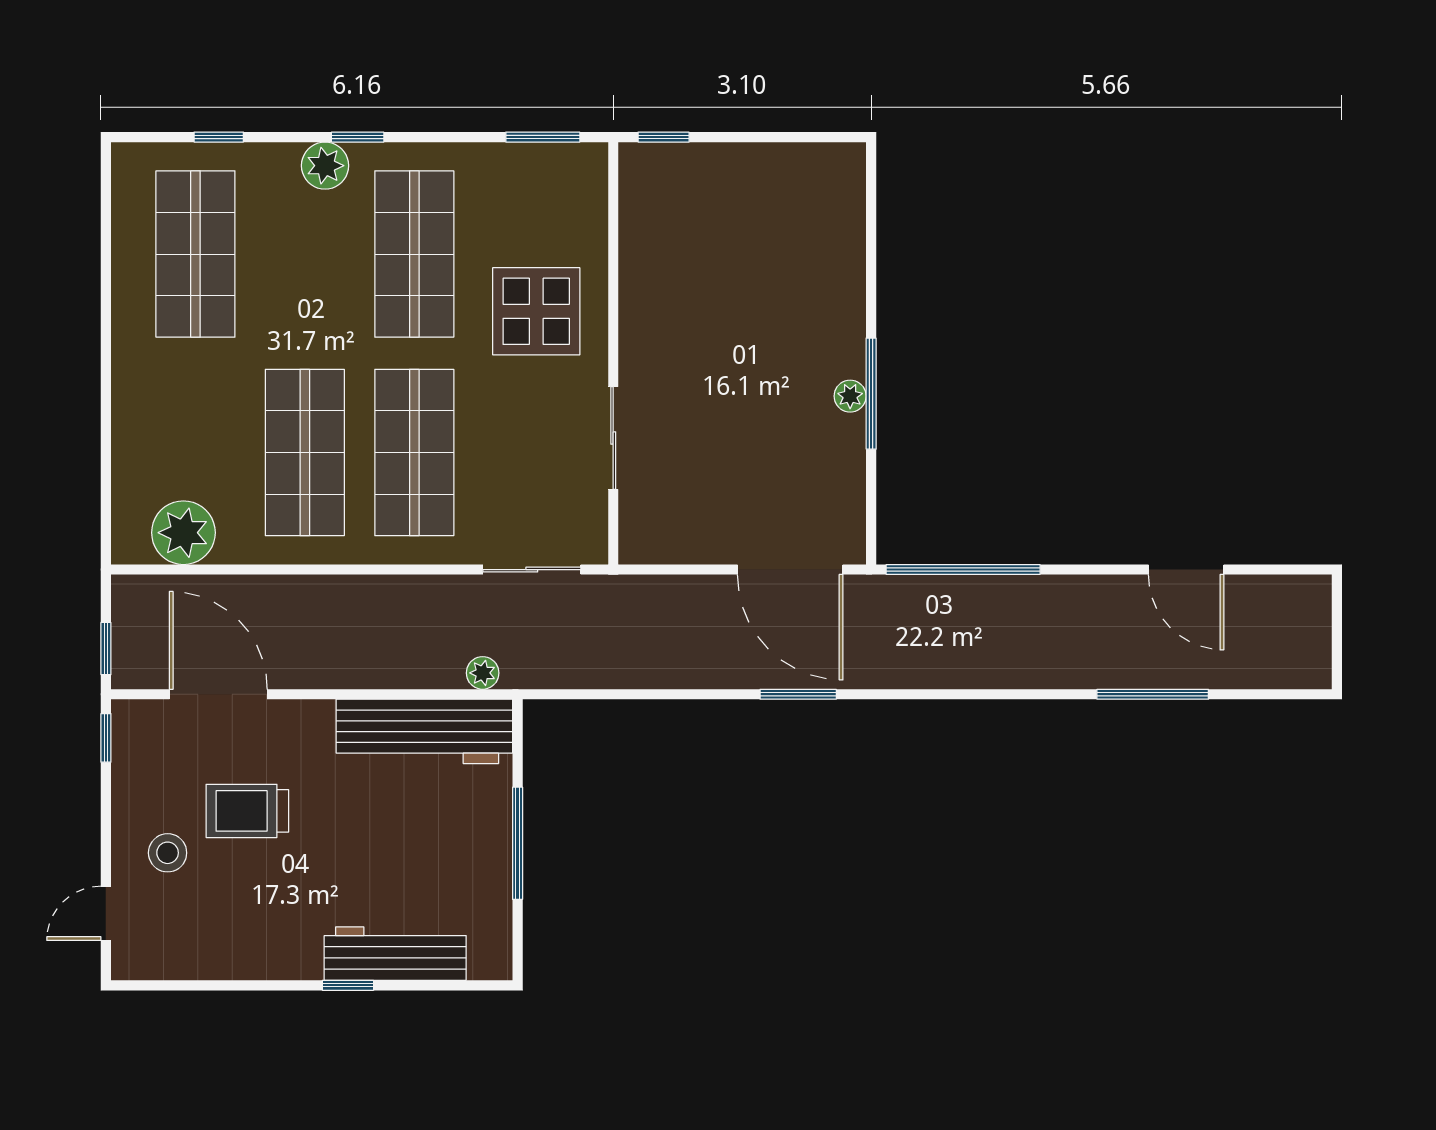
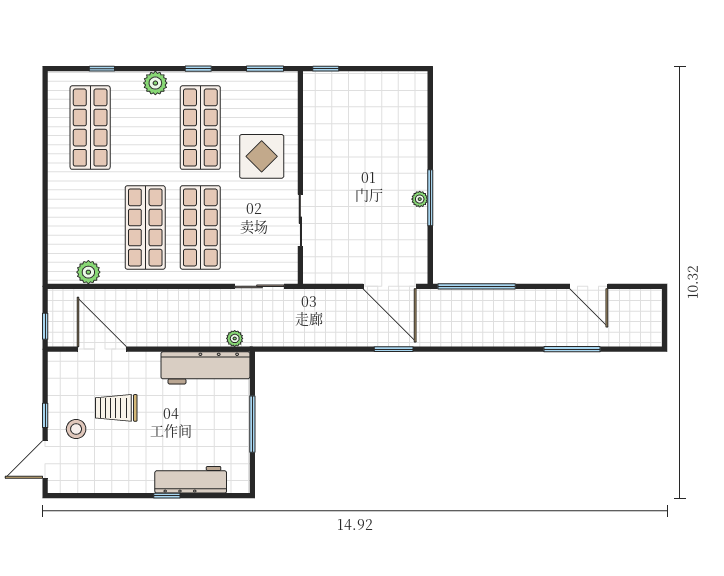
window: (358, 137) -> (198, 69), moved
plant: (183, 533) -> (88, 272), width x0.73, depth x0.73
window: (106, 738) -> (45, 415), moved
door: (106, 913) -> (45, 459), width x1.38

